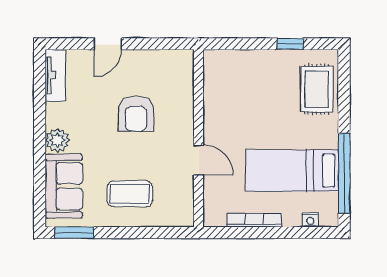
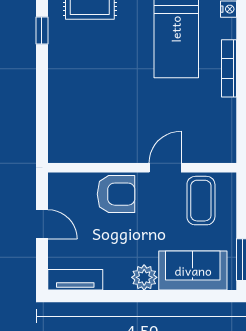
wall: (199, 138) -> (142, 168), moved
door: (199, 160) -> (165, 168), moved

